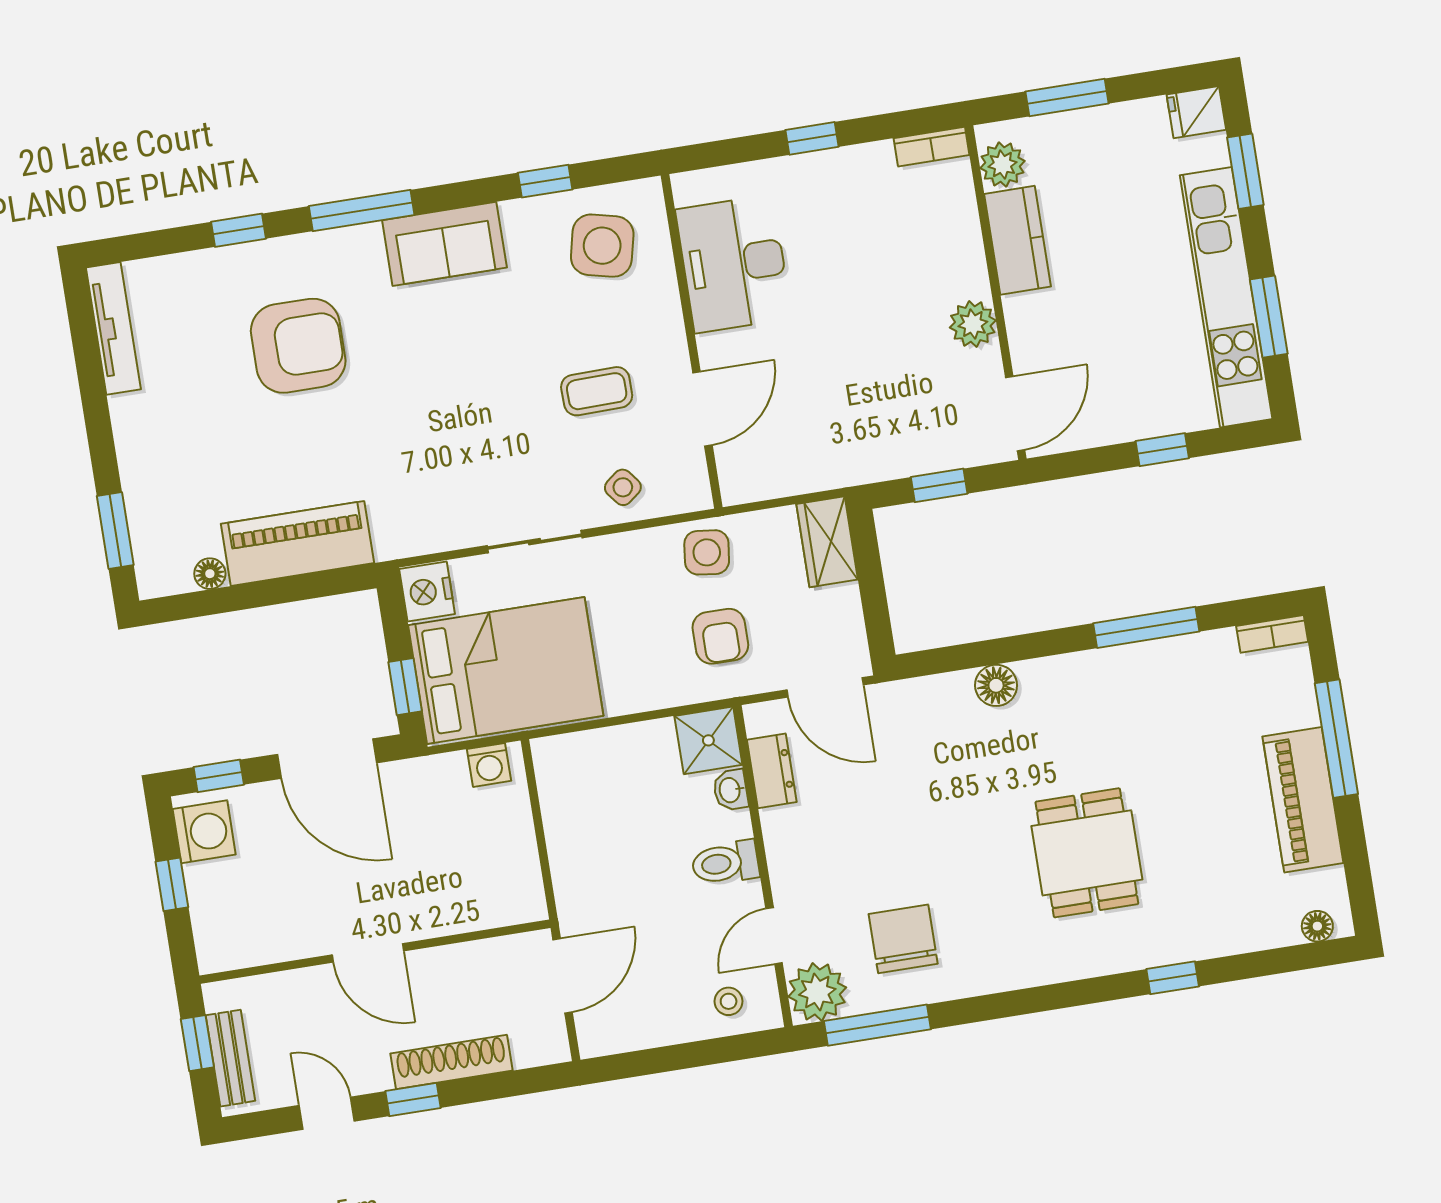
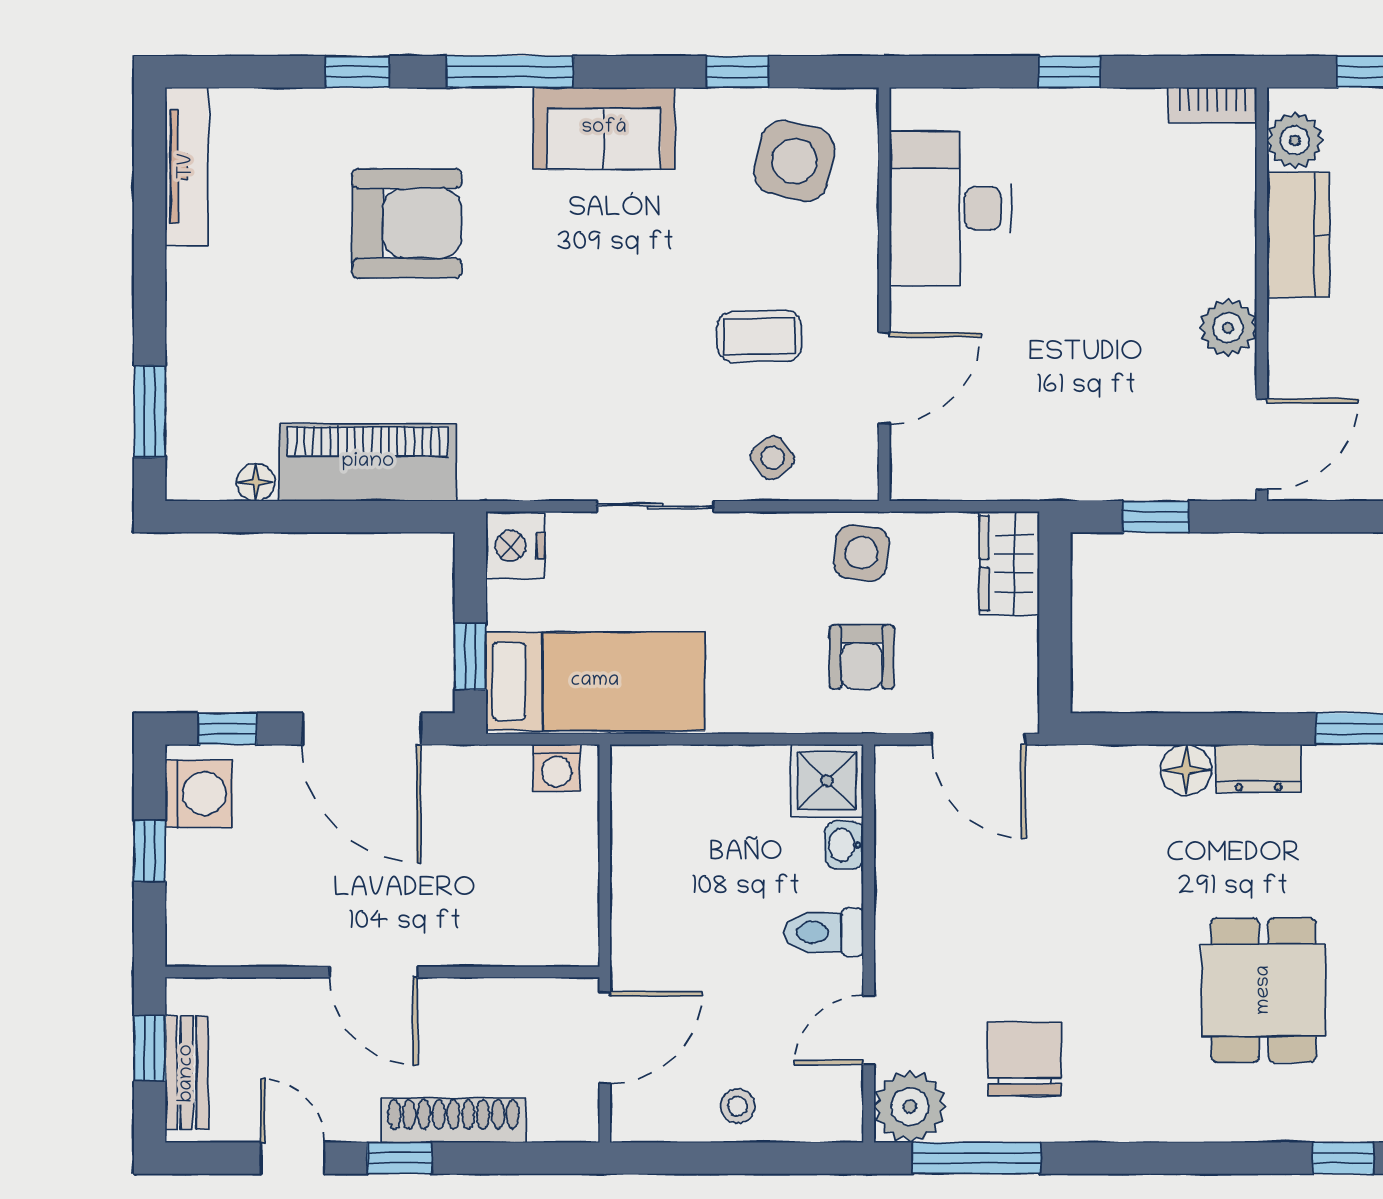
bed: (506, 670) -> (595, 681), width x0.67
dresser: (772, 771) -> (1259, 768), moved, turned 90
stool: (729, 1001) -> (738, 1106), moved

